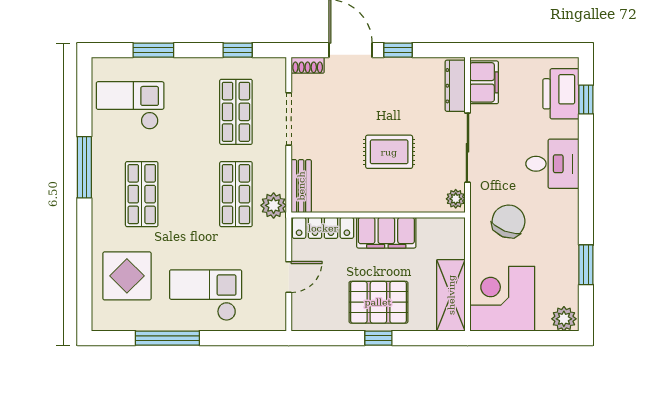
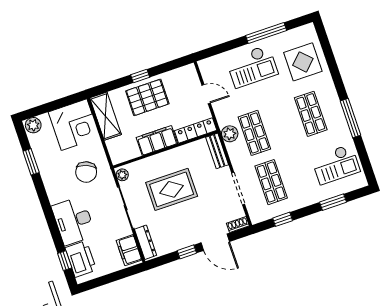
rug: (389, 152) -> (172, 189), width x1.36, depth x1.43
desk: (552, 164) -> (73, 221), width x1.37
door: (289, 277) -> (206, 94), swing flipped

